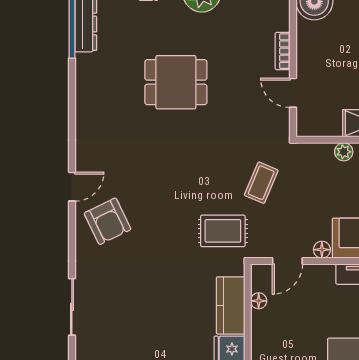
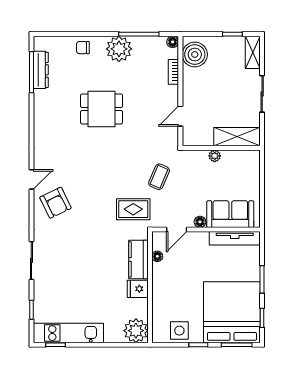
bookcase: (283, 51) -> (173, 72), moved
door: (293, 93) -> (180, 116), hinge flipped

